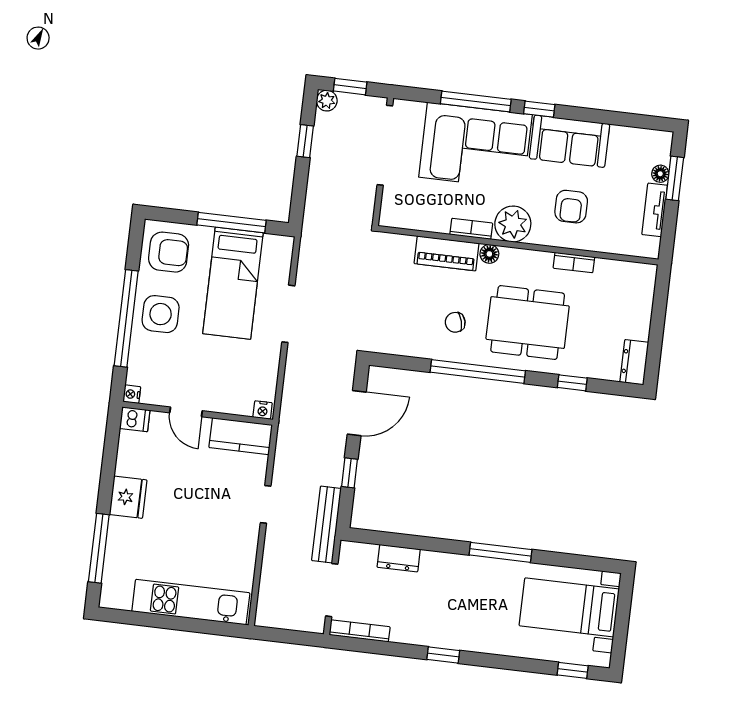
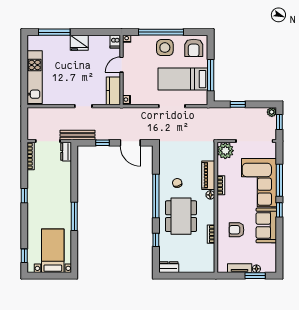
window: (305, 141) -> (238, 104), moved
plant: (513, 224) -> (225, 151), moved
dresser: (399, 558) -> (66, 152), moved

